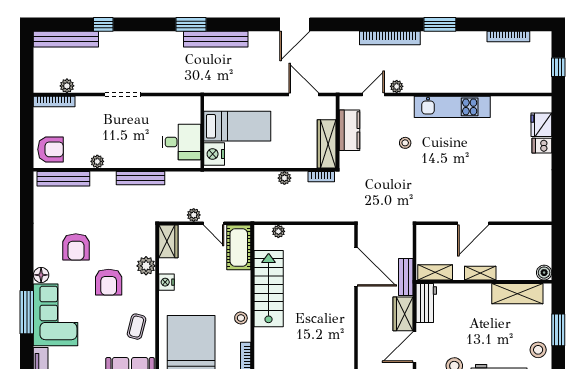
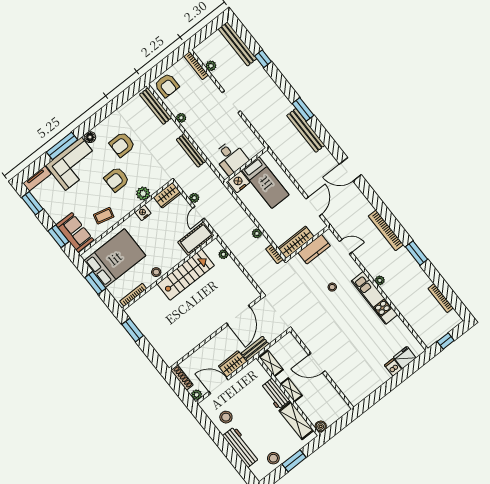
plant: (397, 86) -> (380, 280), moved
workbench: (426, 303) -> (275, 394), moved, turned 90

